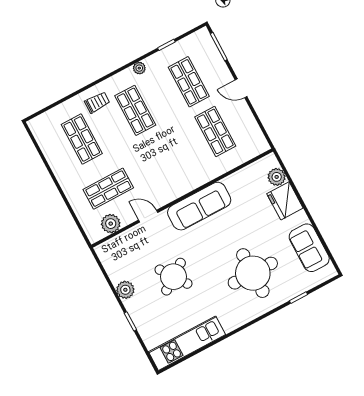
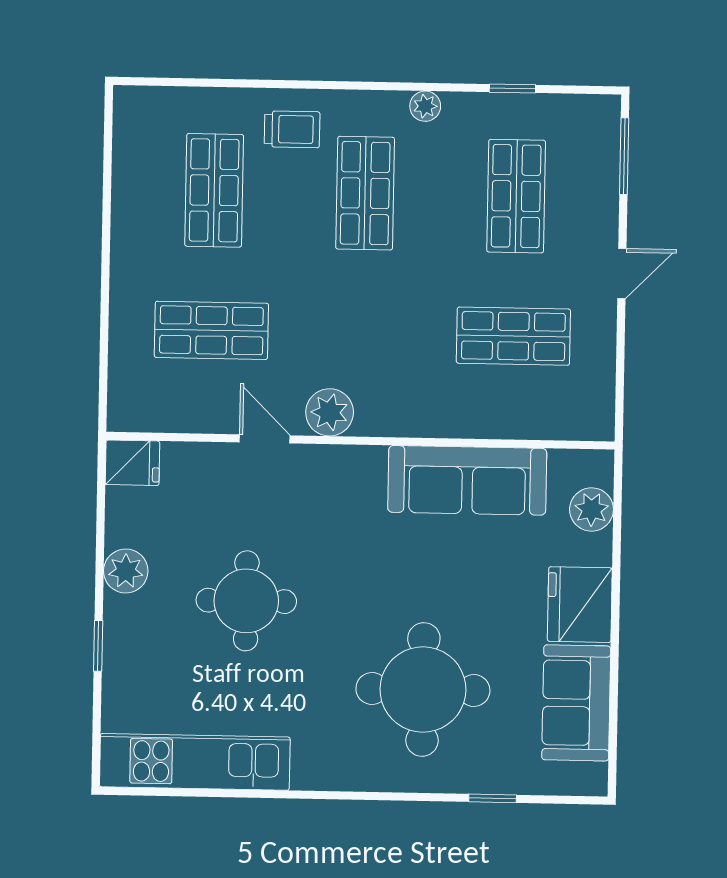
door: (241, 88) -> (622, 274), swing flipped
shop shelf: (215, 131) -> (513, 336), turned 90
fridge: (285, 201) -> (580, 605), moved
sofa: (199, 206) -> (467, 480), moved
plant: (111, 224) -> (330, 412), moved
fridge: (107, 251) -> (132, 463), added
round table: (173, 277) -> (246, 601), turned 35

